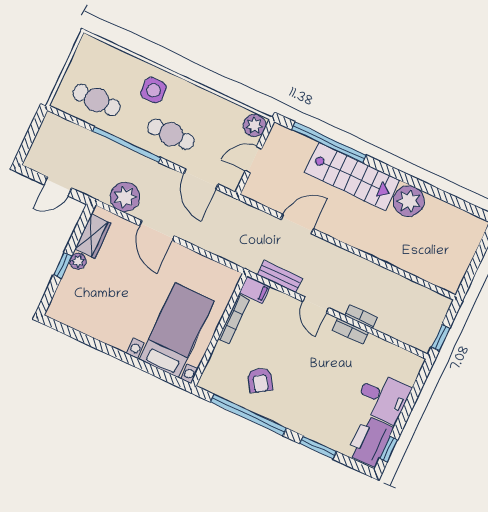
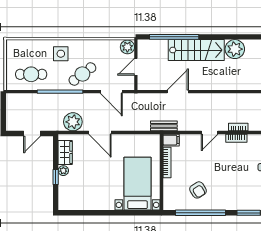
cafe table: (171, 134) -> (82, 74), turned -37
bench: (280, 277) -> (164, 126), moved
door: (316, 305) -> (210, 133), hinge flipped

